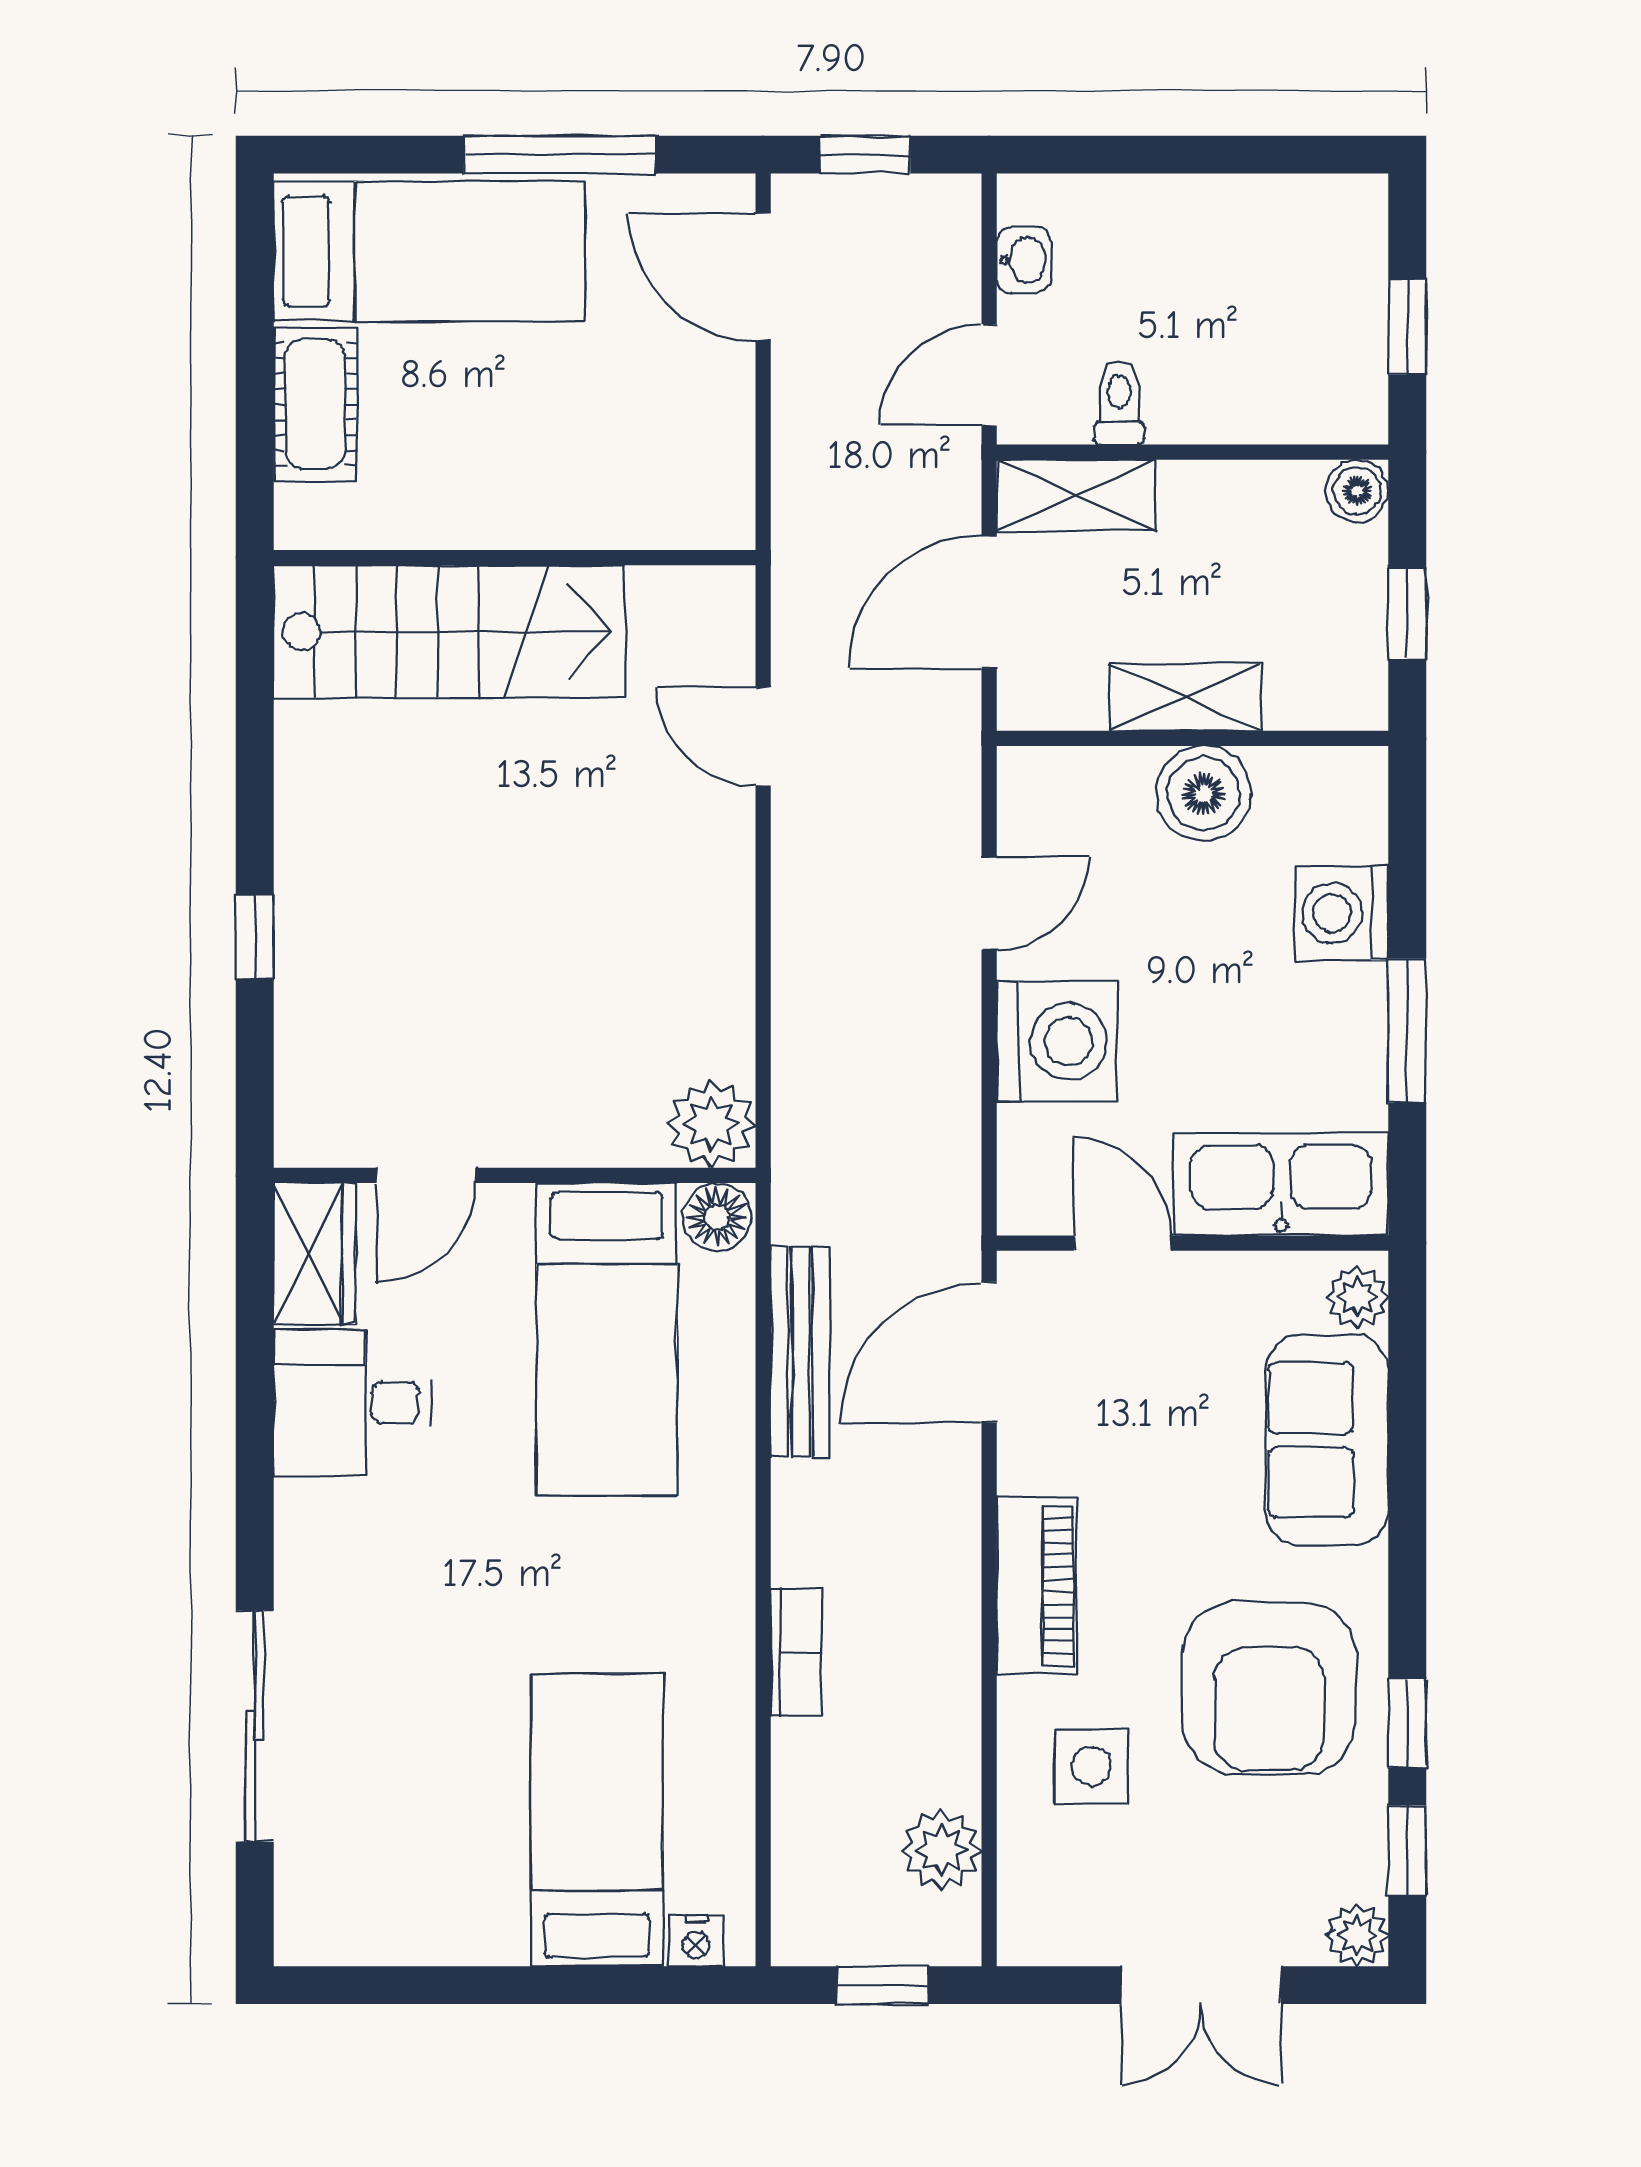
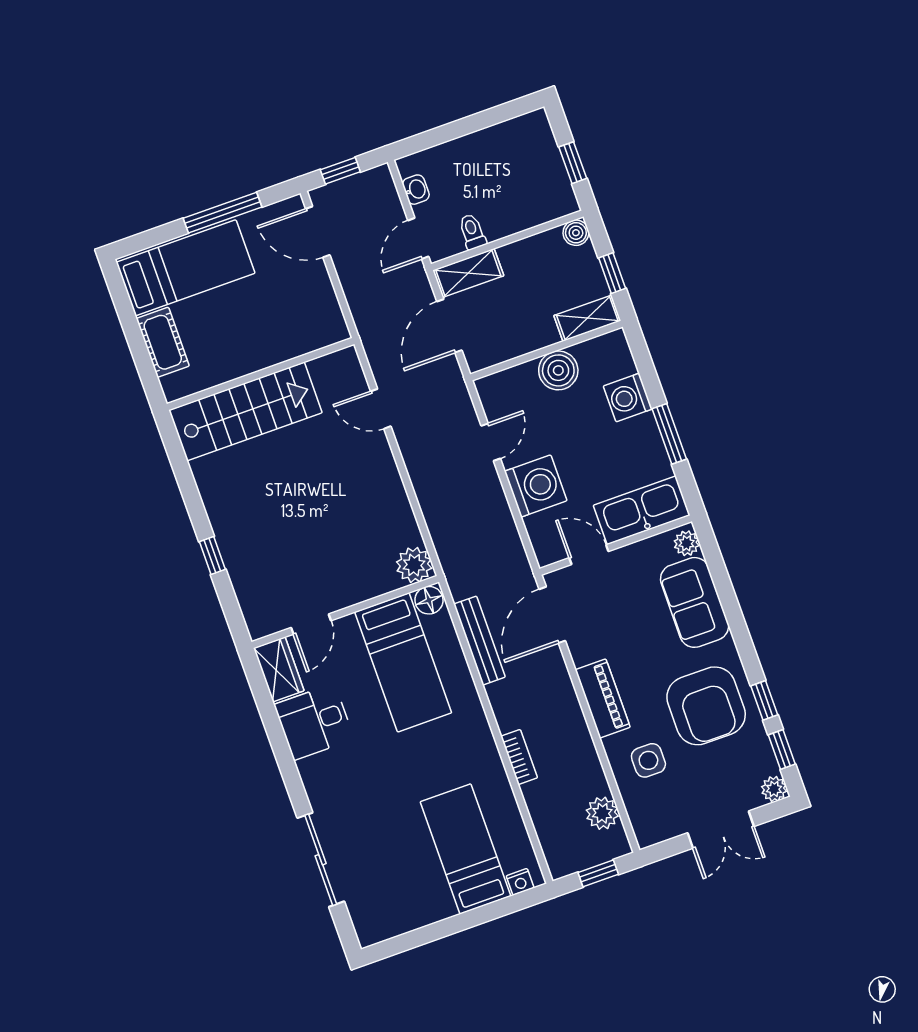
shelving: (1185, 697) -> (587, 318), moved

